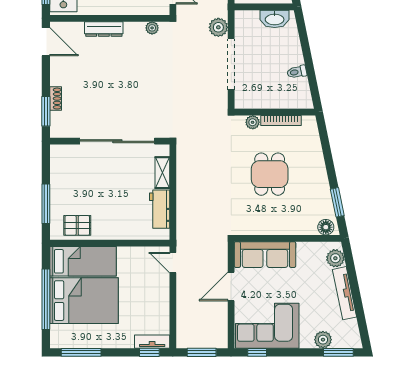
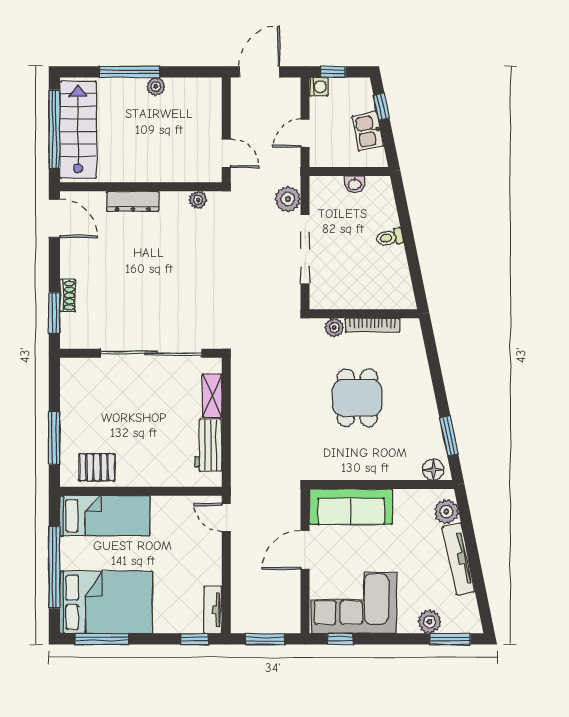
washbasin: (275, 19) -> (355, 184), width x0.52, depth x0.69
toilet: (297, 72) -> (390, 237), moved
bed: (84, 301) -> (106, 602), moved
tv unit: (152, 342) -> (213, 610), moved, turned -90

